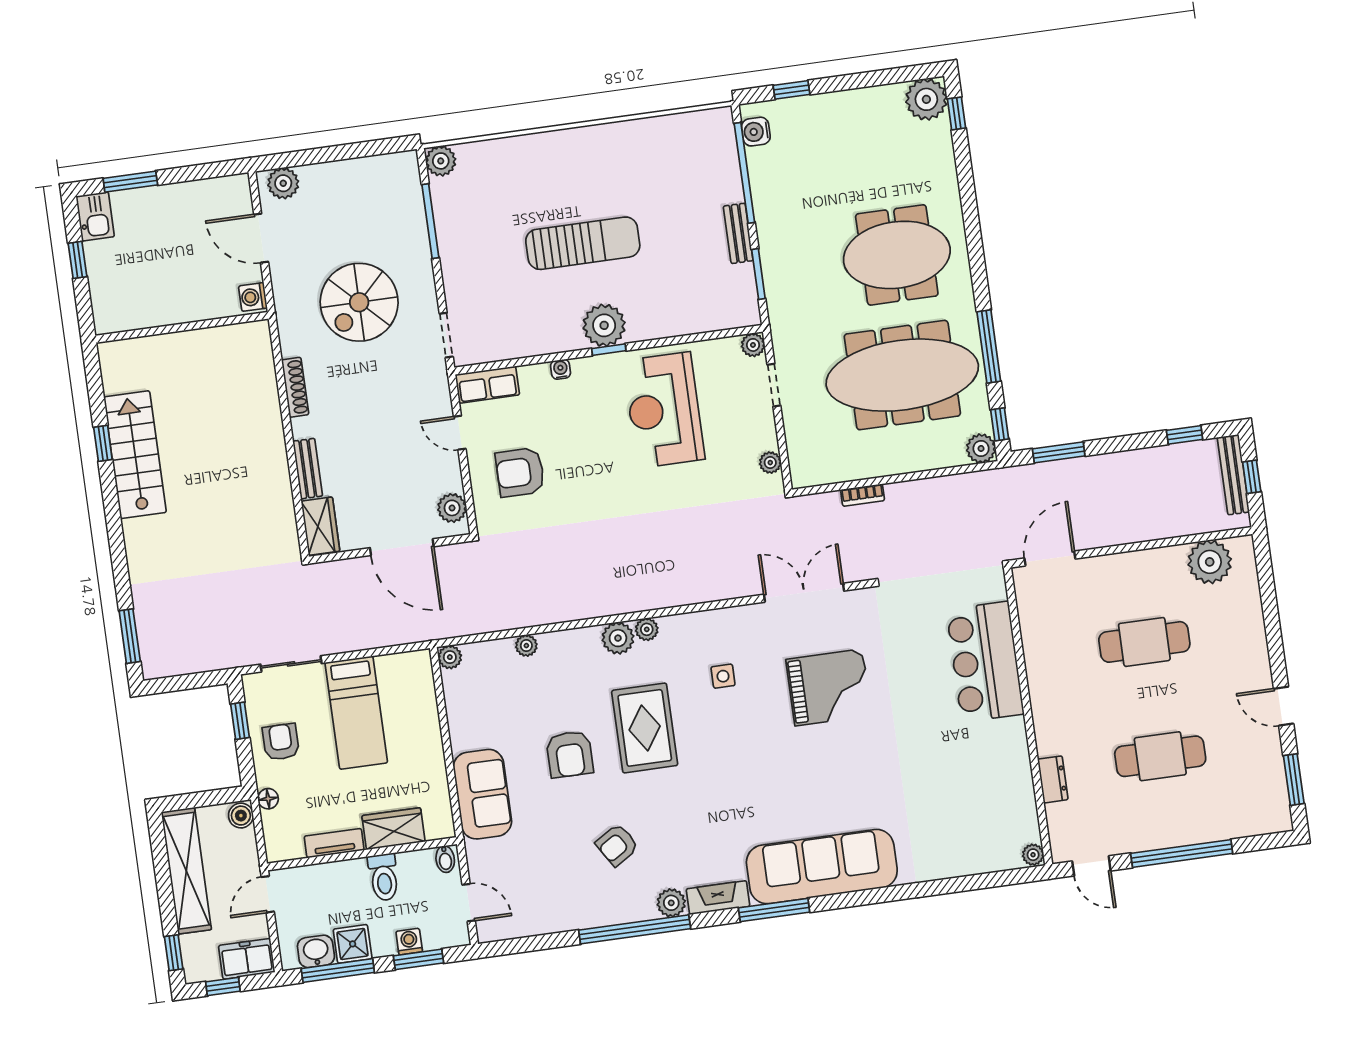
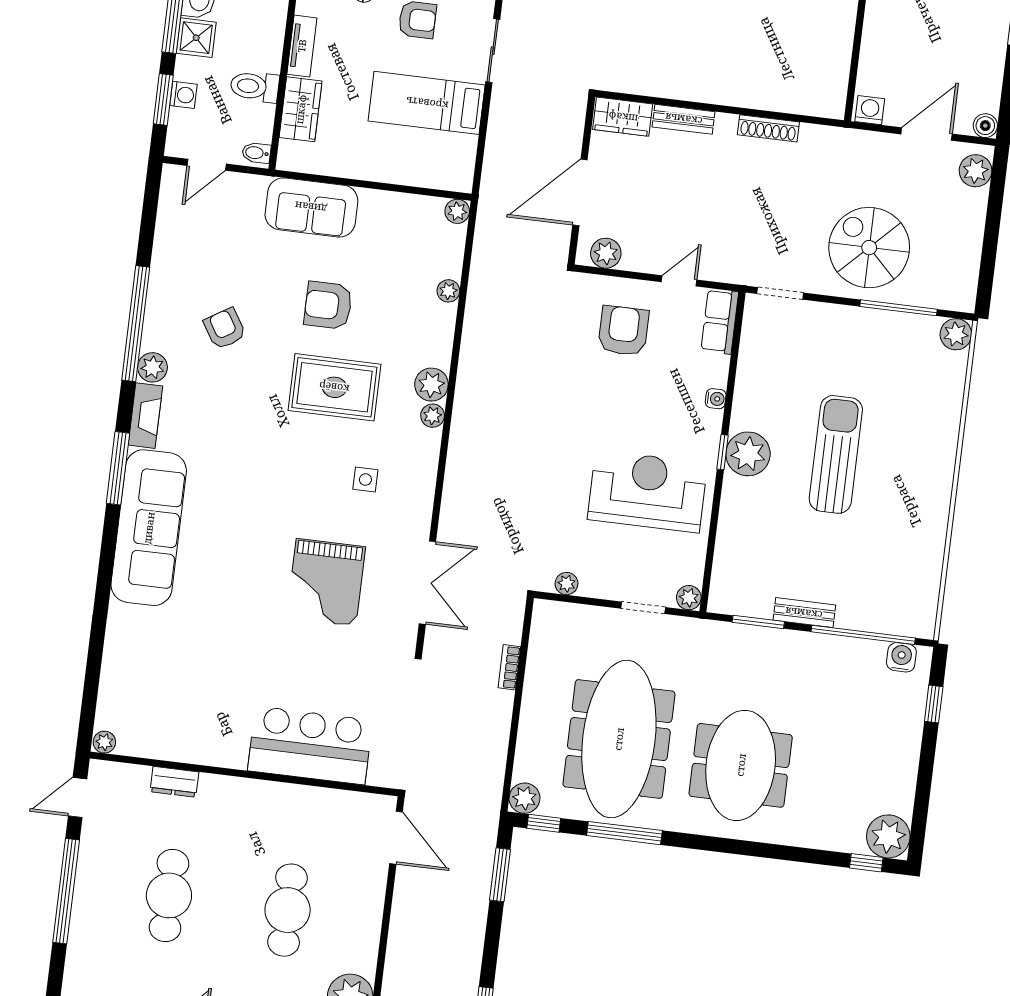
boiler: (239, 185) -> (985, 126), added
sun lounger: (583, 243) -> (836, 454), turned 180
spiral stairs: (359, 302) -> (869, 248), moved

